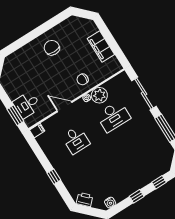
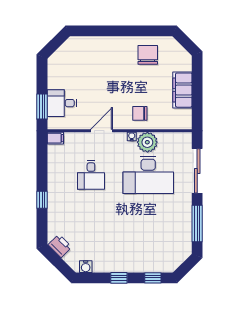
chair: (52, 48) -> (148, 55), moved
door: (64, 107) -> (101, 131), hinge flipped
desk: (113, 116) -> (148, 175), width x1.36, depth x1.30

